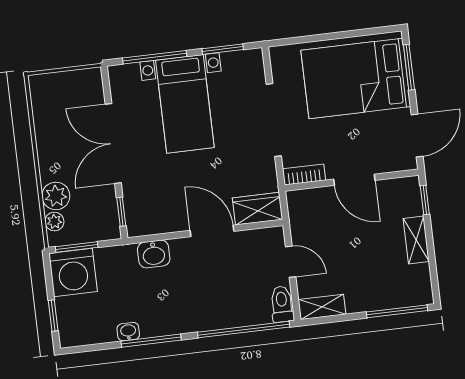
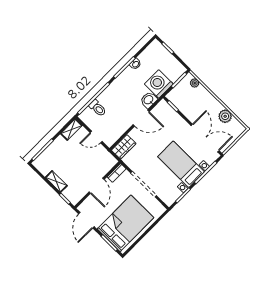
double door: (113, 144) -> (205, 138), moved
door: (354, 180) -> (97, 186), swing flipped
plant: (56, 196) -> (225, 116), moved
door: (212, 231) -> (141, 118), moved
washing machine: (73, 272) -> (159, 84), moved
toilet: (282, 304) -> (98, 108), moved

